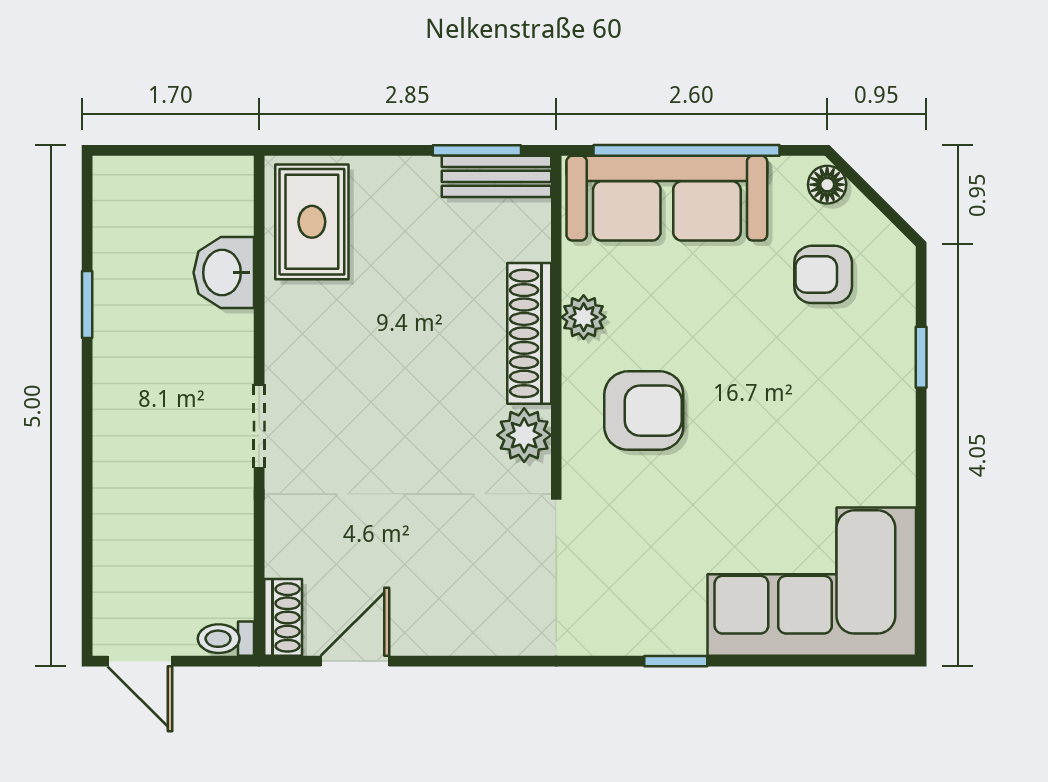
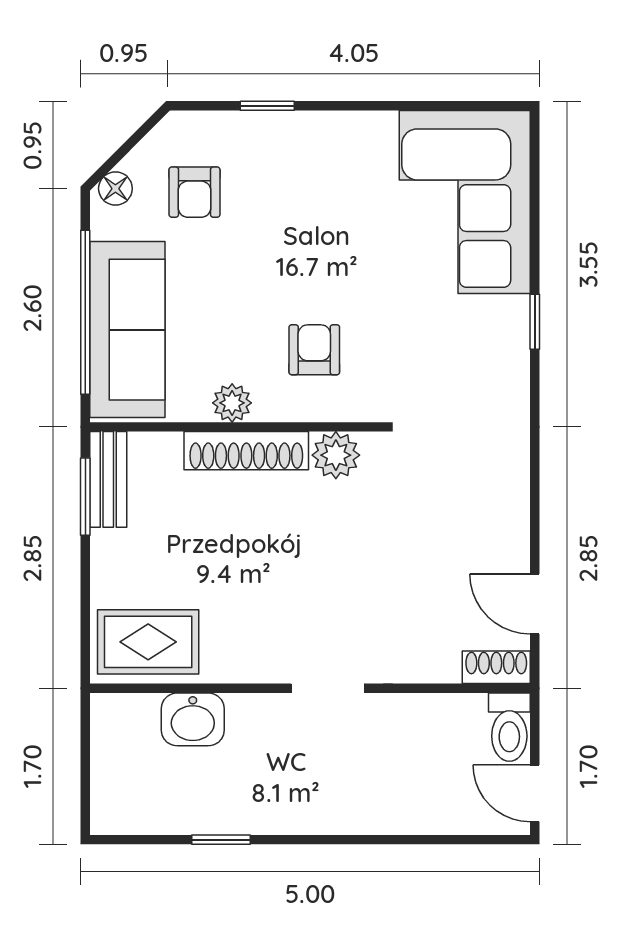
armchair: (644, 411) -> (314, 350), width x0.72, depth x0.72
toilet: (226, 639) -> (509, 727), width x1.37, depth x1.39
door: (140, 661) -> (535, 793), swing flipped

